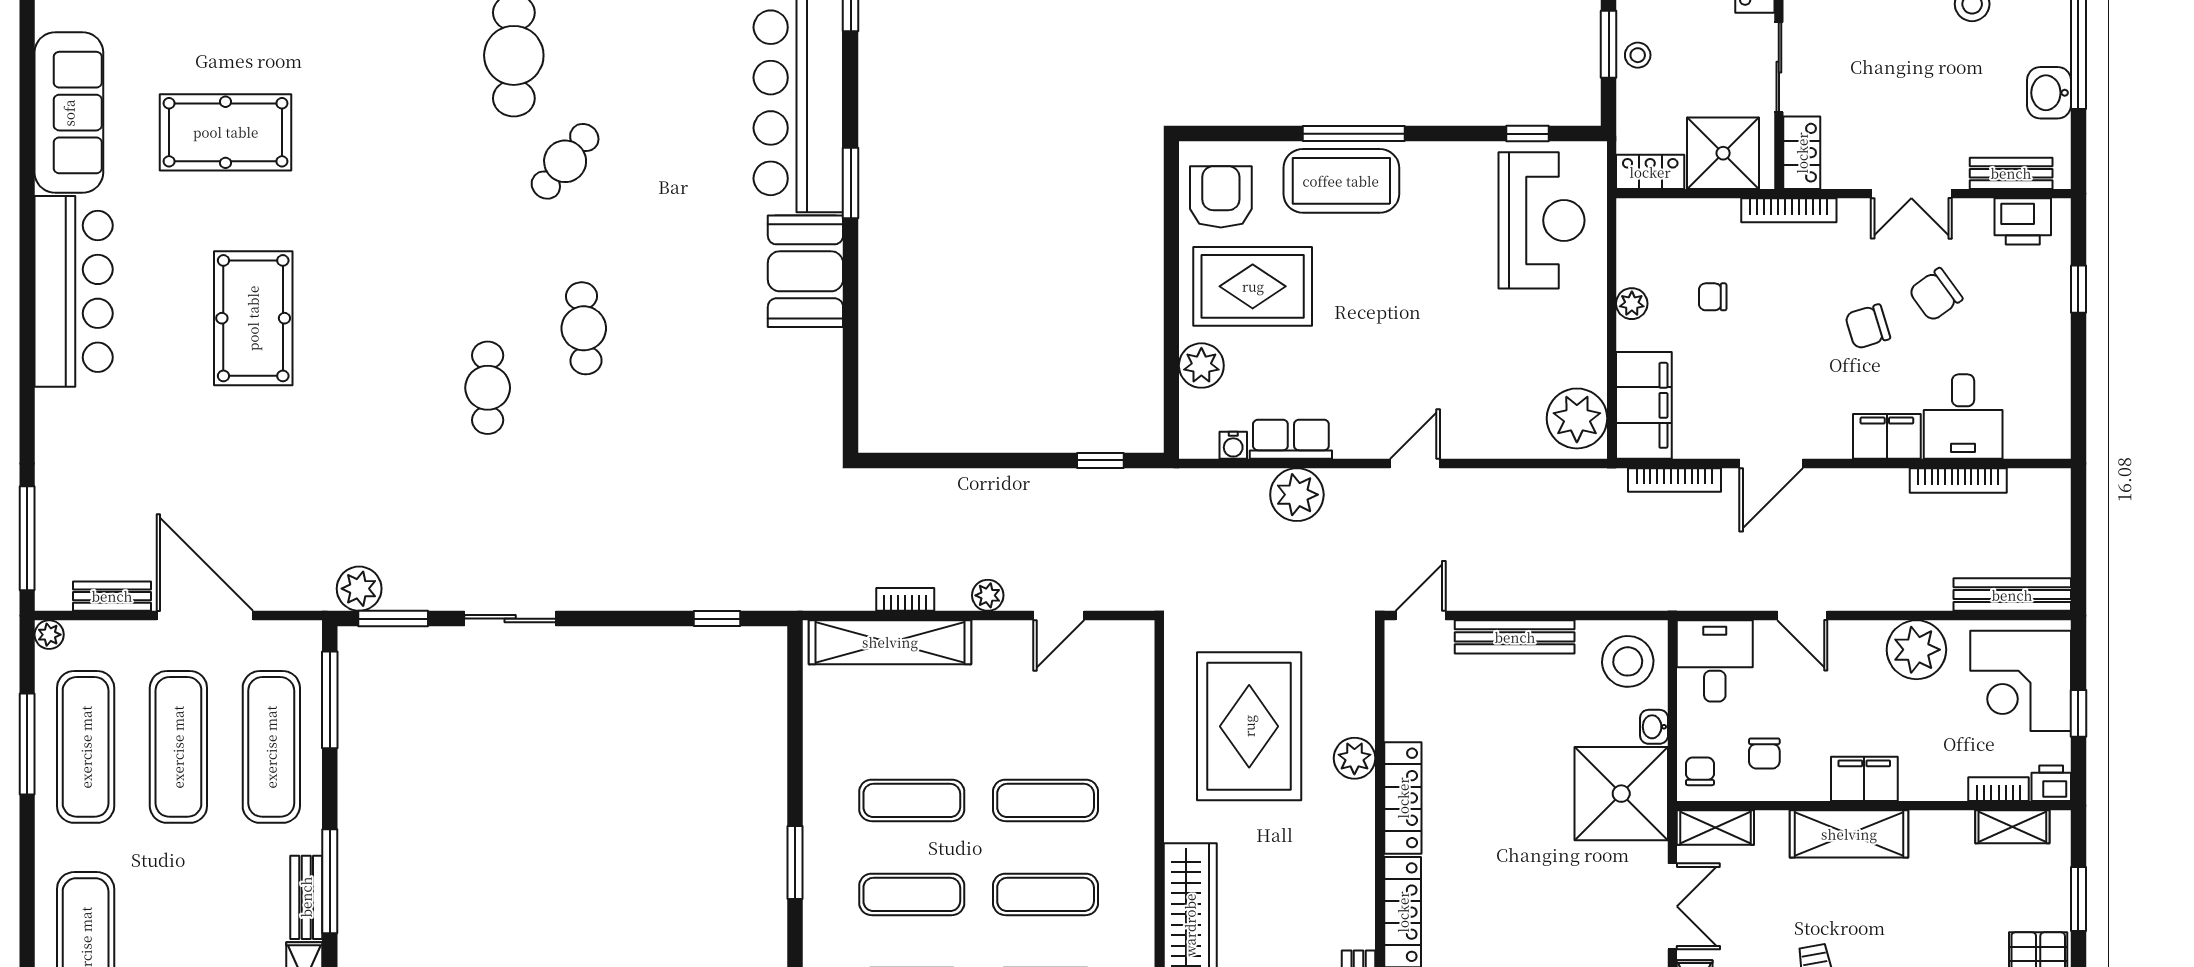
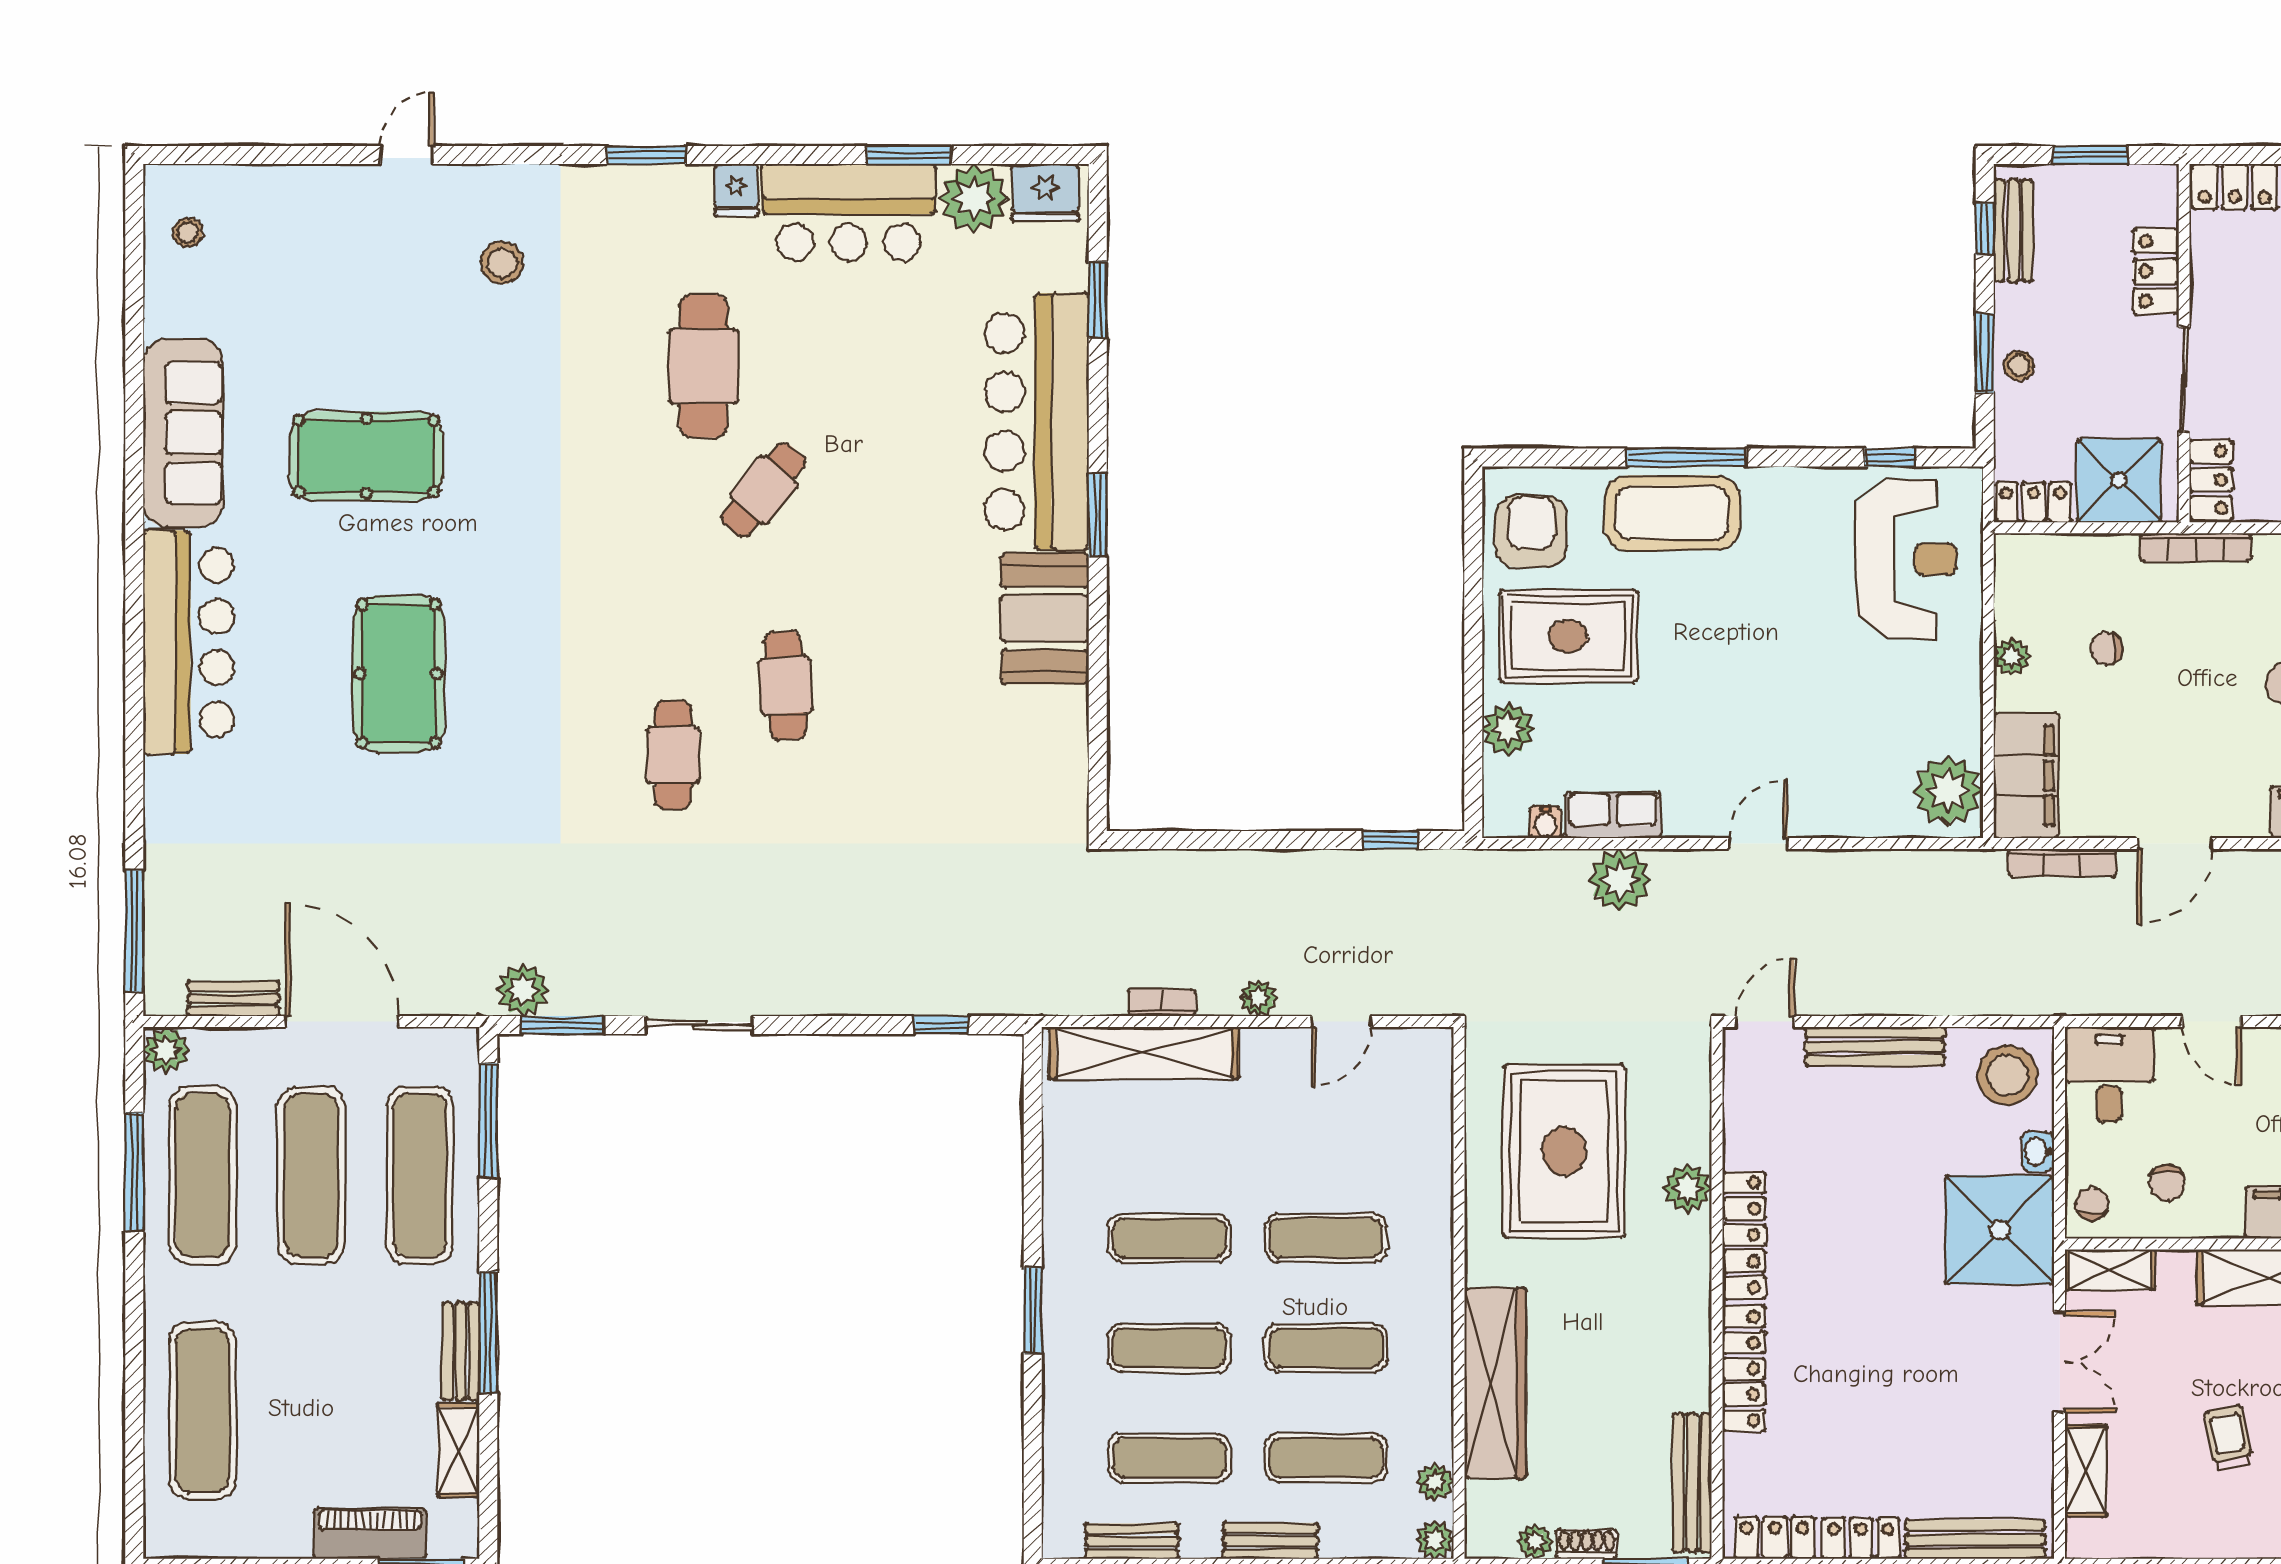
plant: (49, 635) -> (166, 1050), width x1.38, depth x1.38

